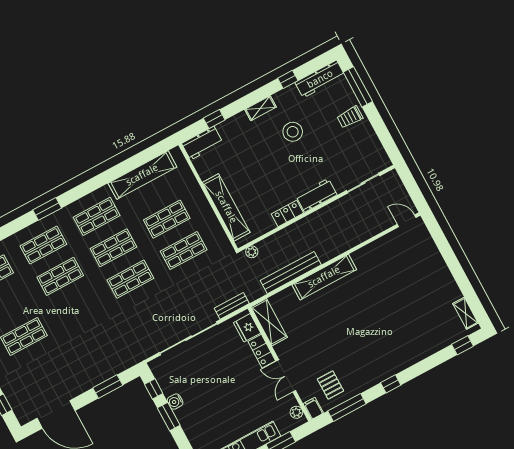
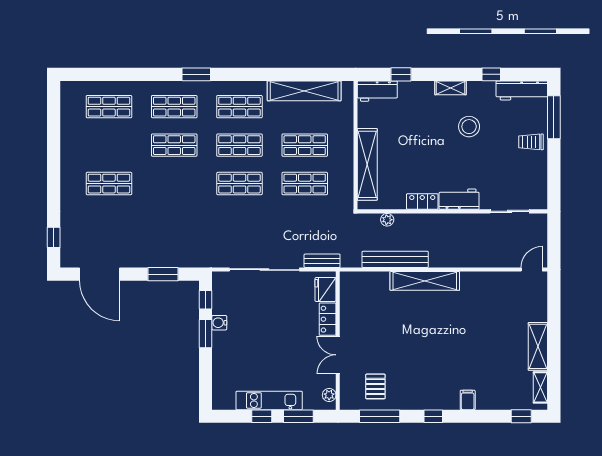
door: (407, 221) -> (532, 270), hinge flipped
plant: (252, 252) -> (387, 220), moved
shelving: (269, 322) -> (538, 346), moved
filing cabinet: (313, 408) -> (468, 400), moved

